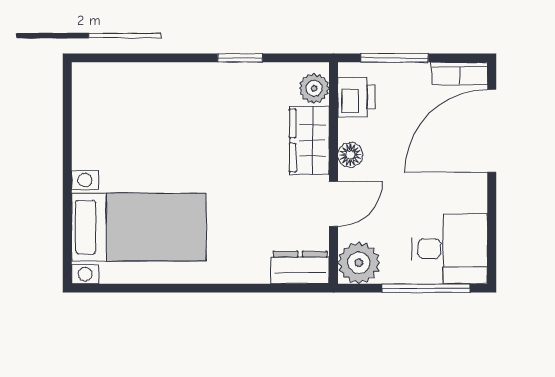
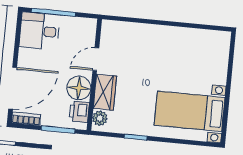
floor lamp: (350, 155) -> (79, 88), width x1.89, depth x1.89
bed with nightstands: (139, 227) -> (190, 111), moved
plant: (359, 263) -> (86, 28), removed
dresser: (300, 267) -> (116, 29), removed

